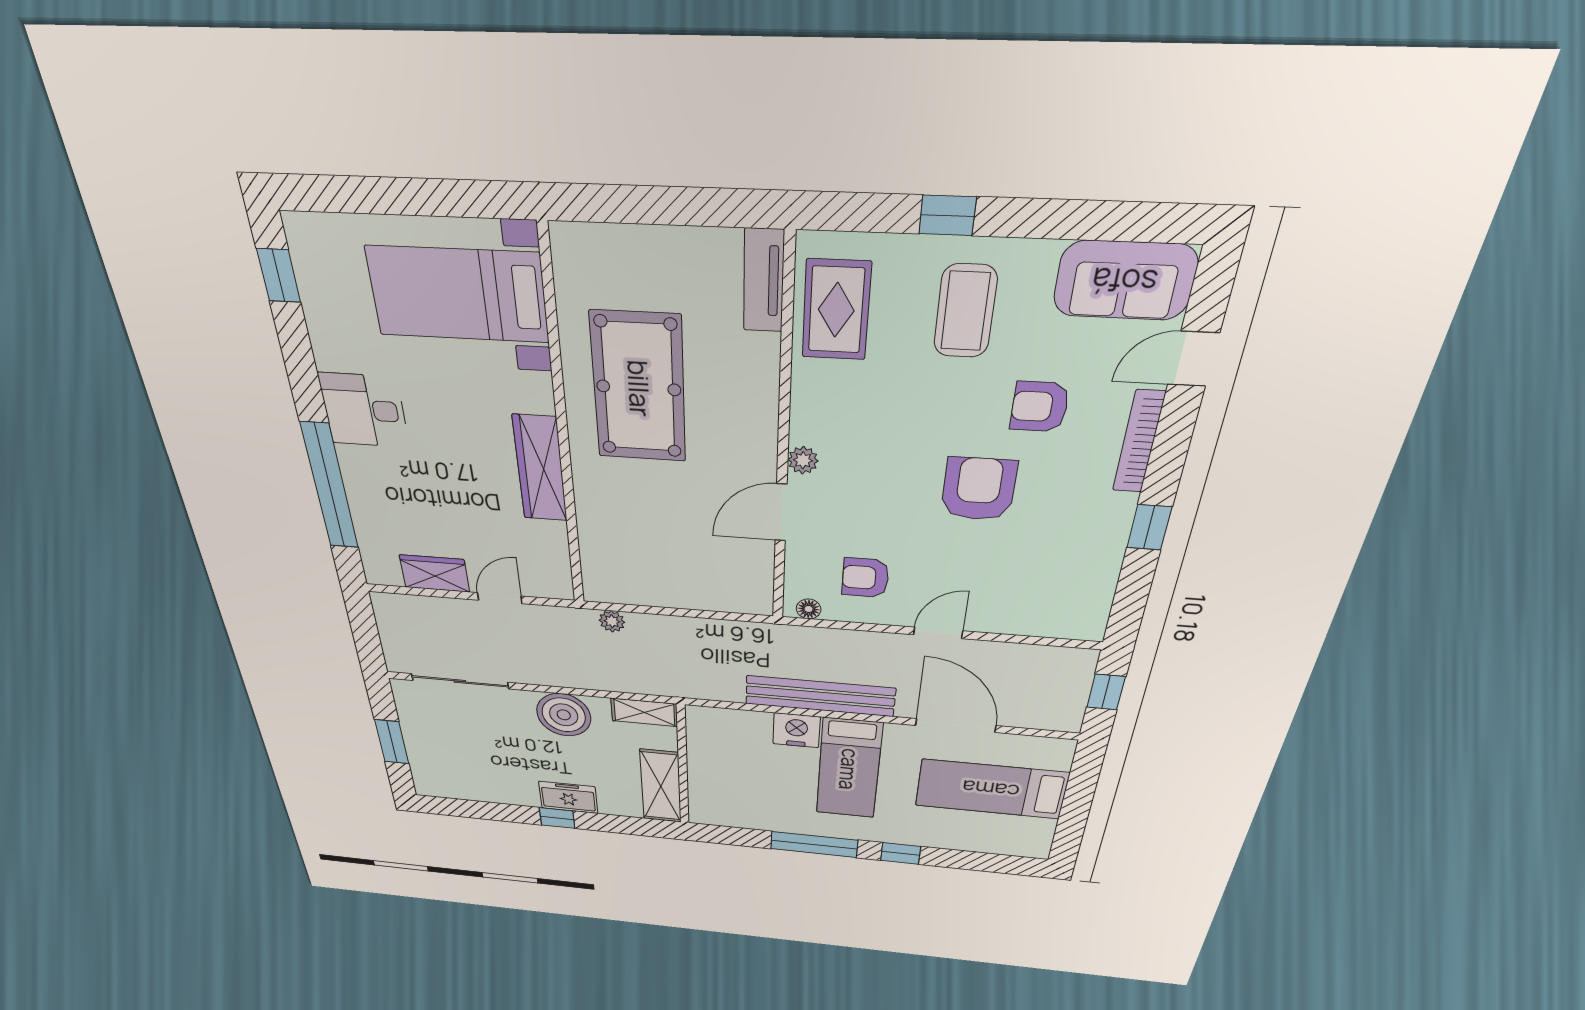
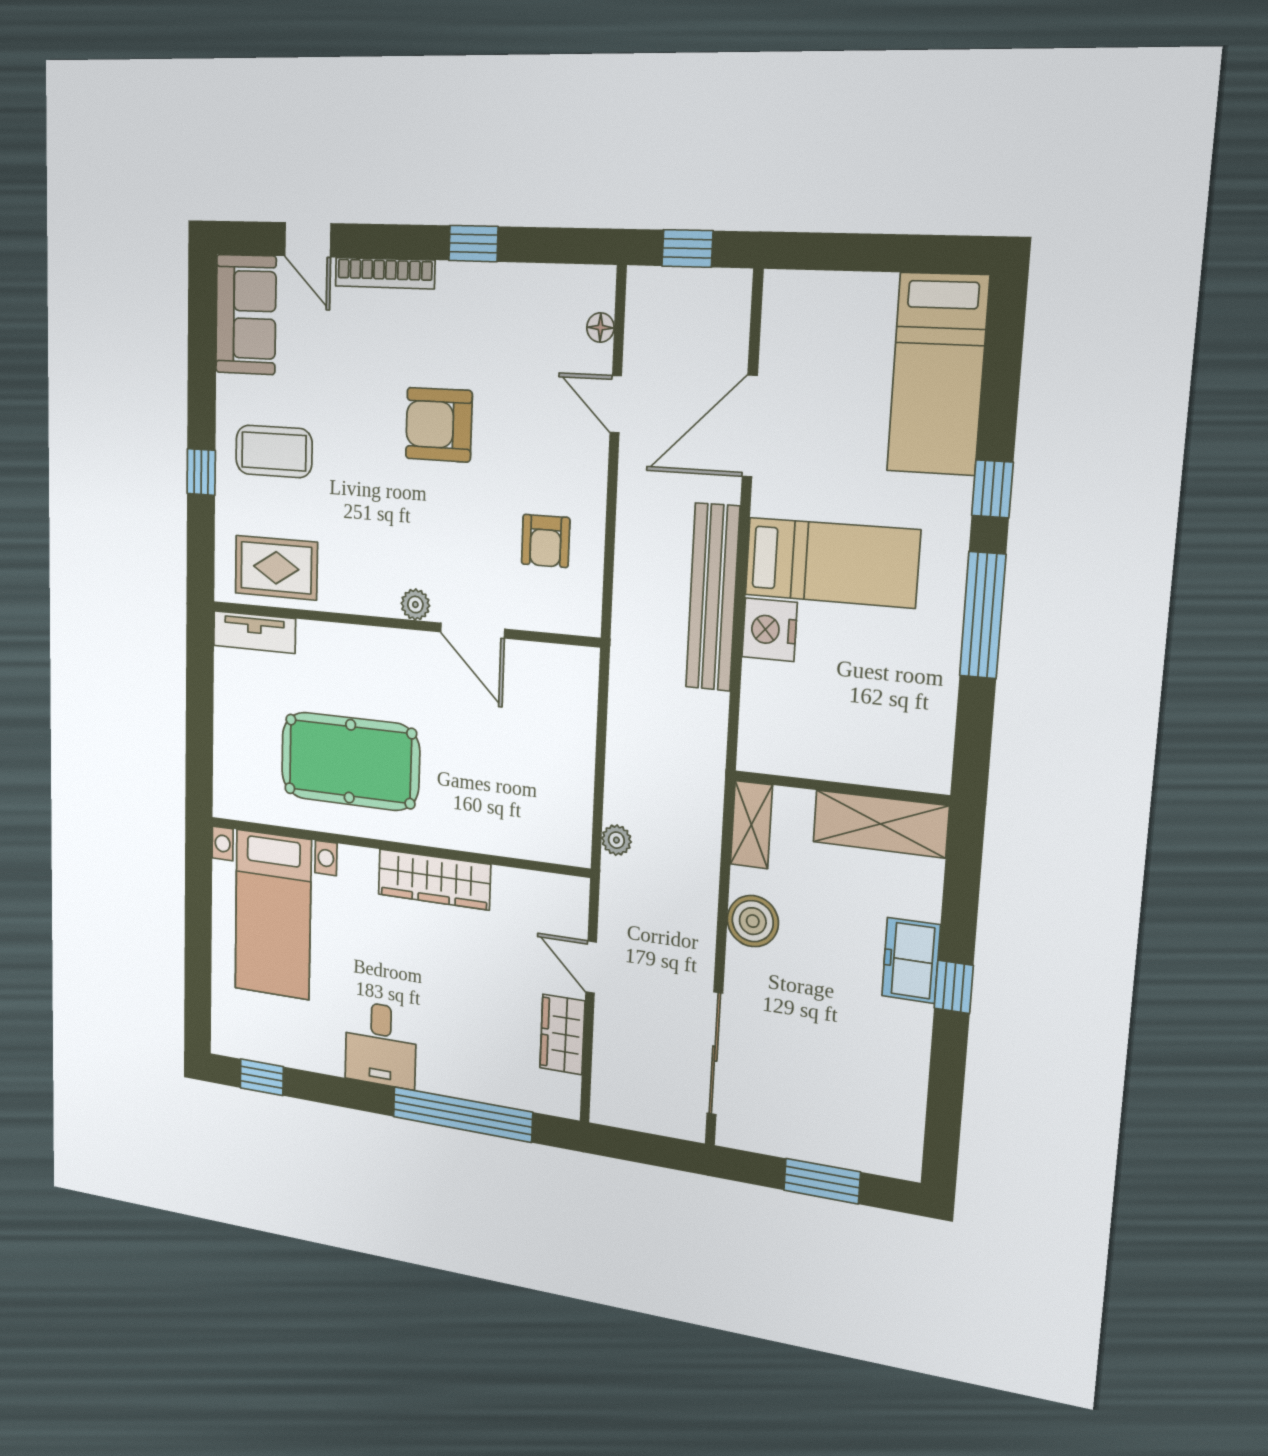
armchair: (1040, 407) -> (355, 374), removed
floor lamp: (809, 609) -> (600, 328), moved
door: (938, 633) -> (616, 404), moved
boiler: (564, 715) -> (753, 921), width x0.73, depth x0.73
bed: (991, 789) -> (938, 374), moved

